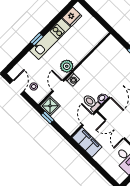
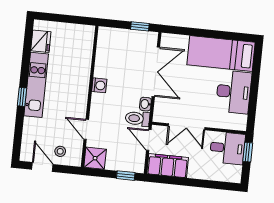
plant: (67, 66) -> (79, 100), removed
washing machine: (73, 79) -> (99, 85), moved
window: (48, 117) -> (126, 176), moved

